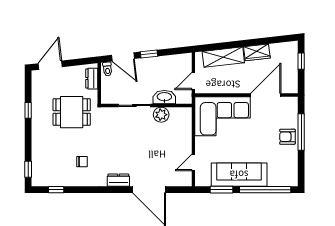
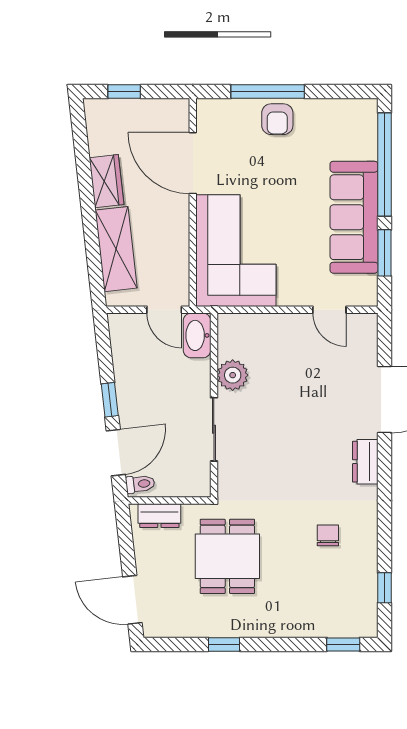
washbasin: (164, 97) -> (197, 335), moved

